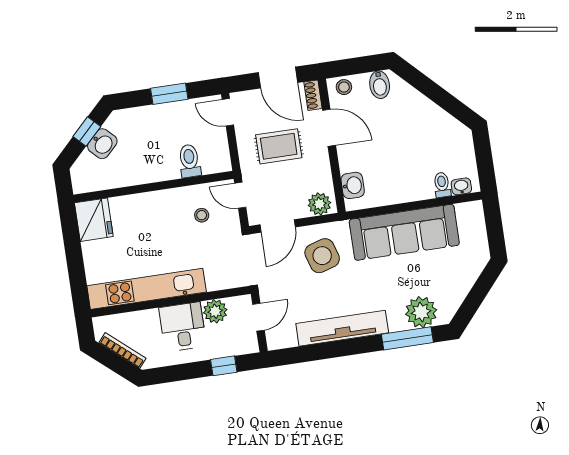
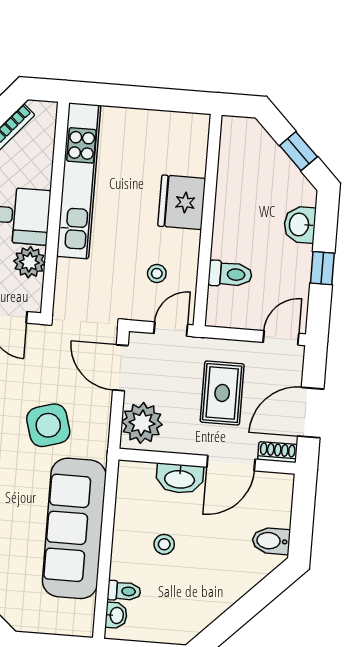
stool: (344, 87) -> (164, 544), moved
window: (169, 94) -> (322, 268), width x0.67
washbasin: (102, 144) -> (300, 225), moved, turned 45
washbasin: (353, 185) -> (180, 479), moved, width x1.38
plant: (319, 204) -> (142, 423), width x1.36, depth x1.36
fridge: (94, 220) -> (182, 202), moved, turned 90
side table: (322, 256) -> (48, 425), moved

